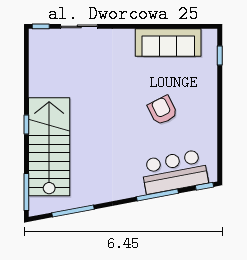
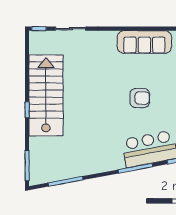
armchair: (163, 110) -> (140, 98), turned 117
stairs: (49, 147) -> (46, 95), moved

